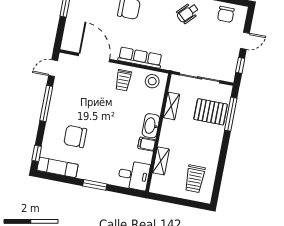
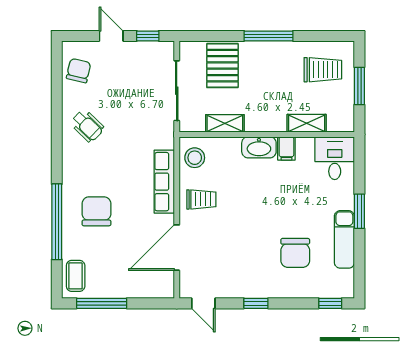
chair: (226, 14) -> (79, 71), turned -77
window: (46, 104) -> (256, 303), width x0.46
window: (231, 114) -> (269, 36), moved
exam couch: (58, 167) -> (344, 239), moved
window: (179, 201) -> (359, 86), added

